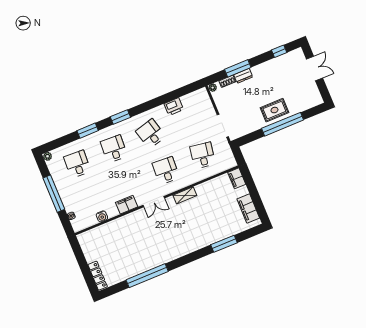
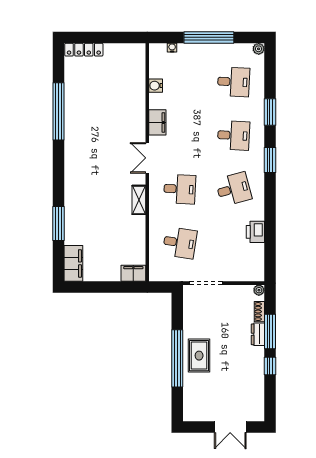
window: (279, 51) -> (270, 366), moved
filing cabinet: (248, 208) -> (73, 263), moved, turned 90

